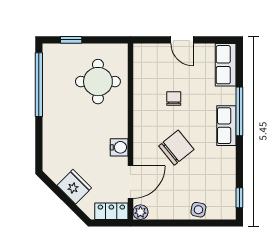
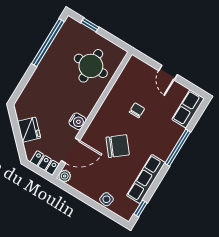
row of seats: (226, 126) -> (146, 179), moved, width x1.48

